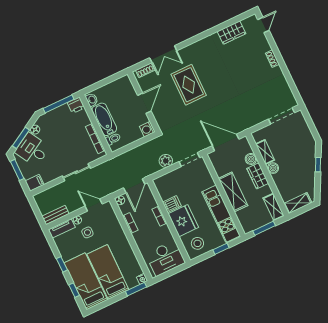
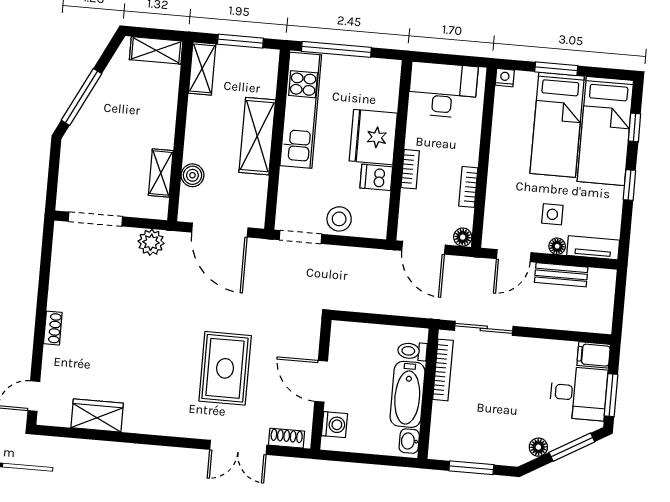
double door: (163, 54) -> (238, 447), swing flipped
door: (144, 103) -> (321, 381), hinge flipped
window: (59, 104) -> (471, 468), width x0.69
printer: (76, 105) -> (442, 448), removed
washing machine: (147, 129) -> (334, 425), moved
desk: (32, 150) -> (579, 393), moved, turned -60
plant: (166, 161) -> (151, 242), moved
window: (318, 165) -> (81, 97), width x2.17
boiler: (273, 168) -> (163, 137), removed
sliding door: (76, 172) -> (484, 328), moved
wardrobe: (258, 176) -> (198, 139), removed
door: (134, 186) -> (424, 248), swing flipped
door: (94, 205) -> (514, 256), hinge flipped
bench: (55, 215) -> (561, 275), moved
stool: (197, 243) -> (339, 219), moved
window: (221, 249) -> (336, 49), width x2.17
window: (136, 289) -> (556, 69), moved

